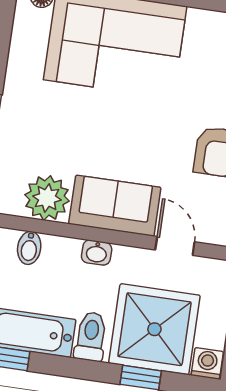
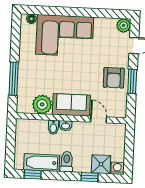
bidet: (29, 248) -> (53, 127), moved
shower: (154, 329) -> (101, 164), width x0.54, depth x0.54

